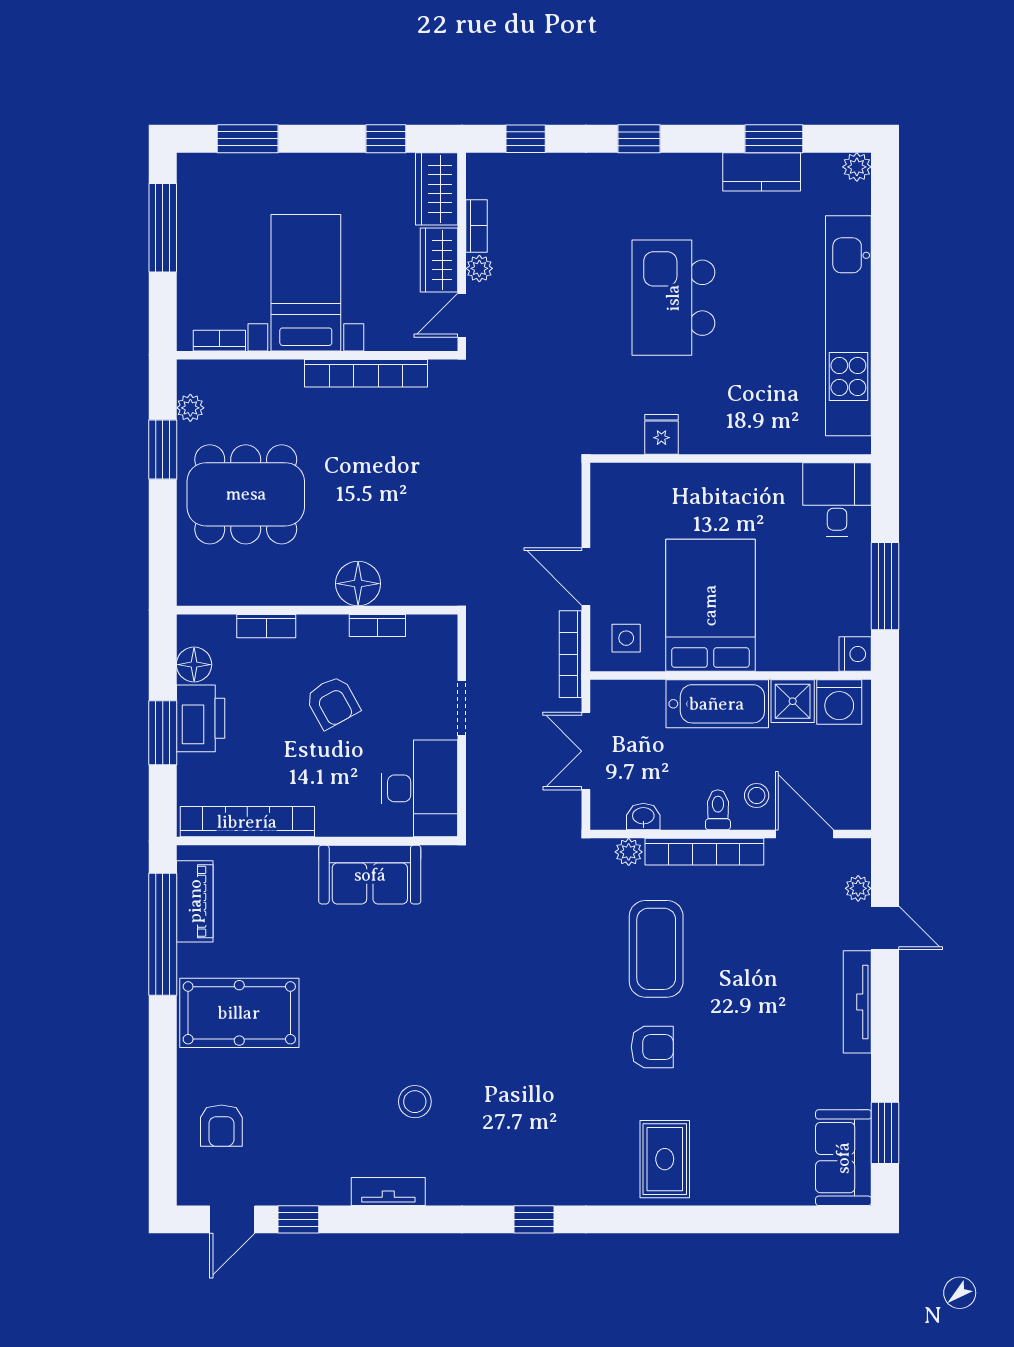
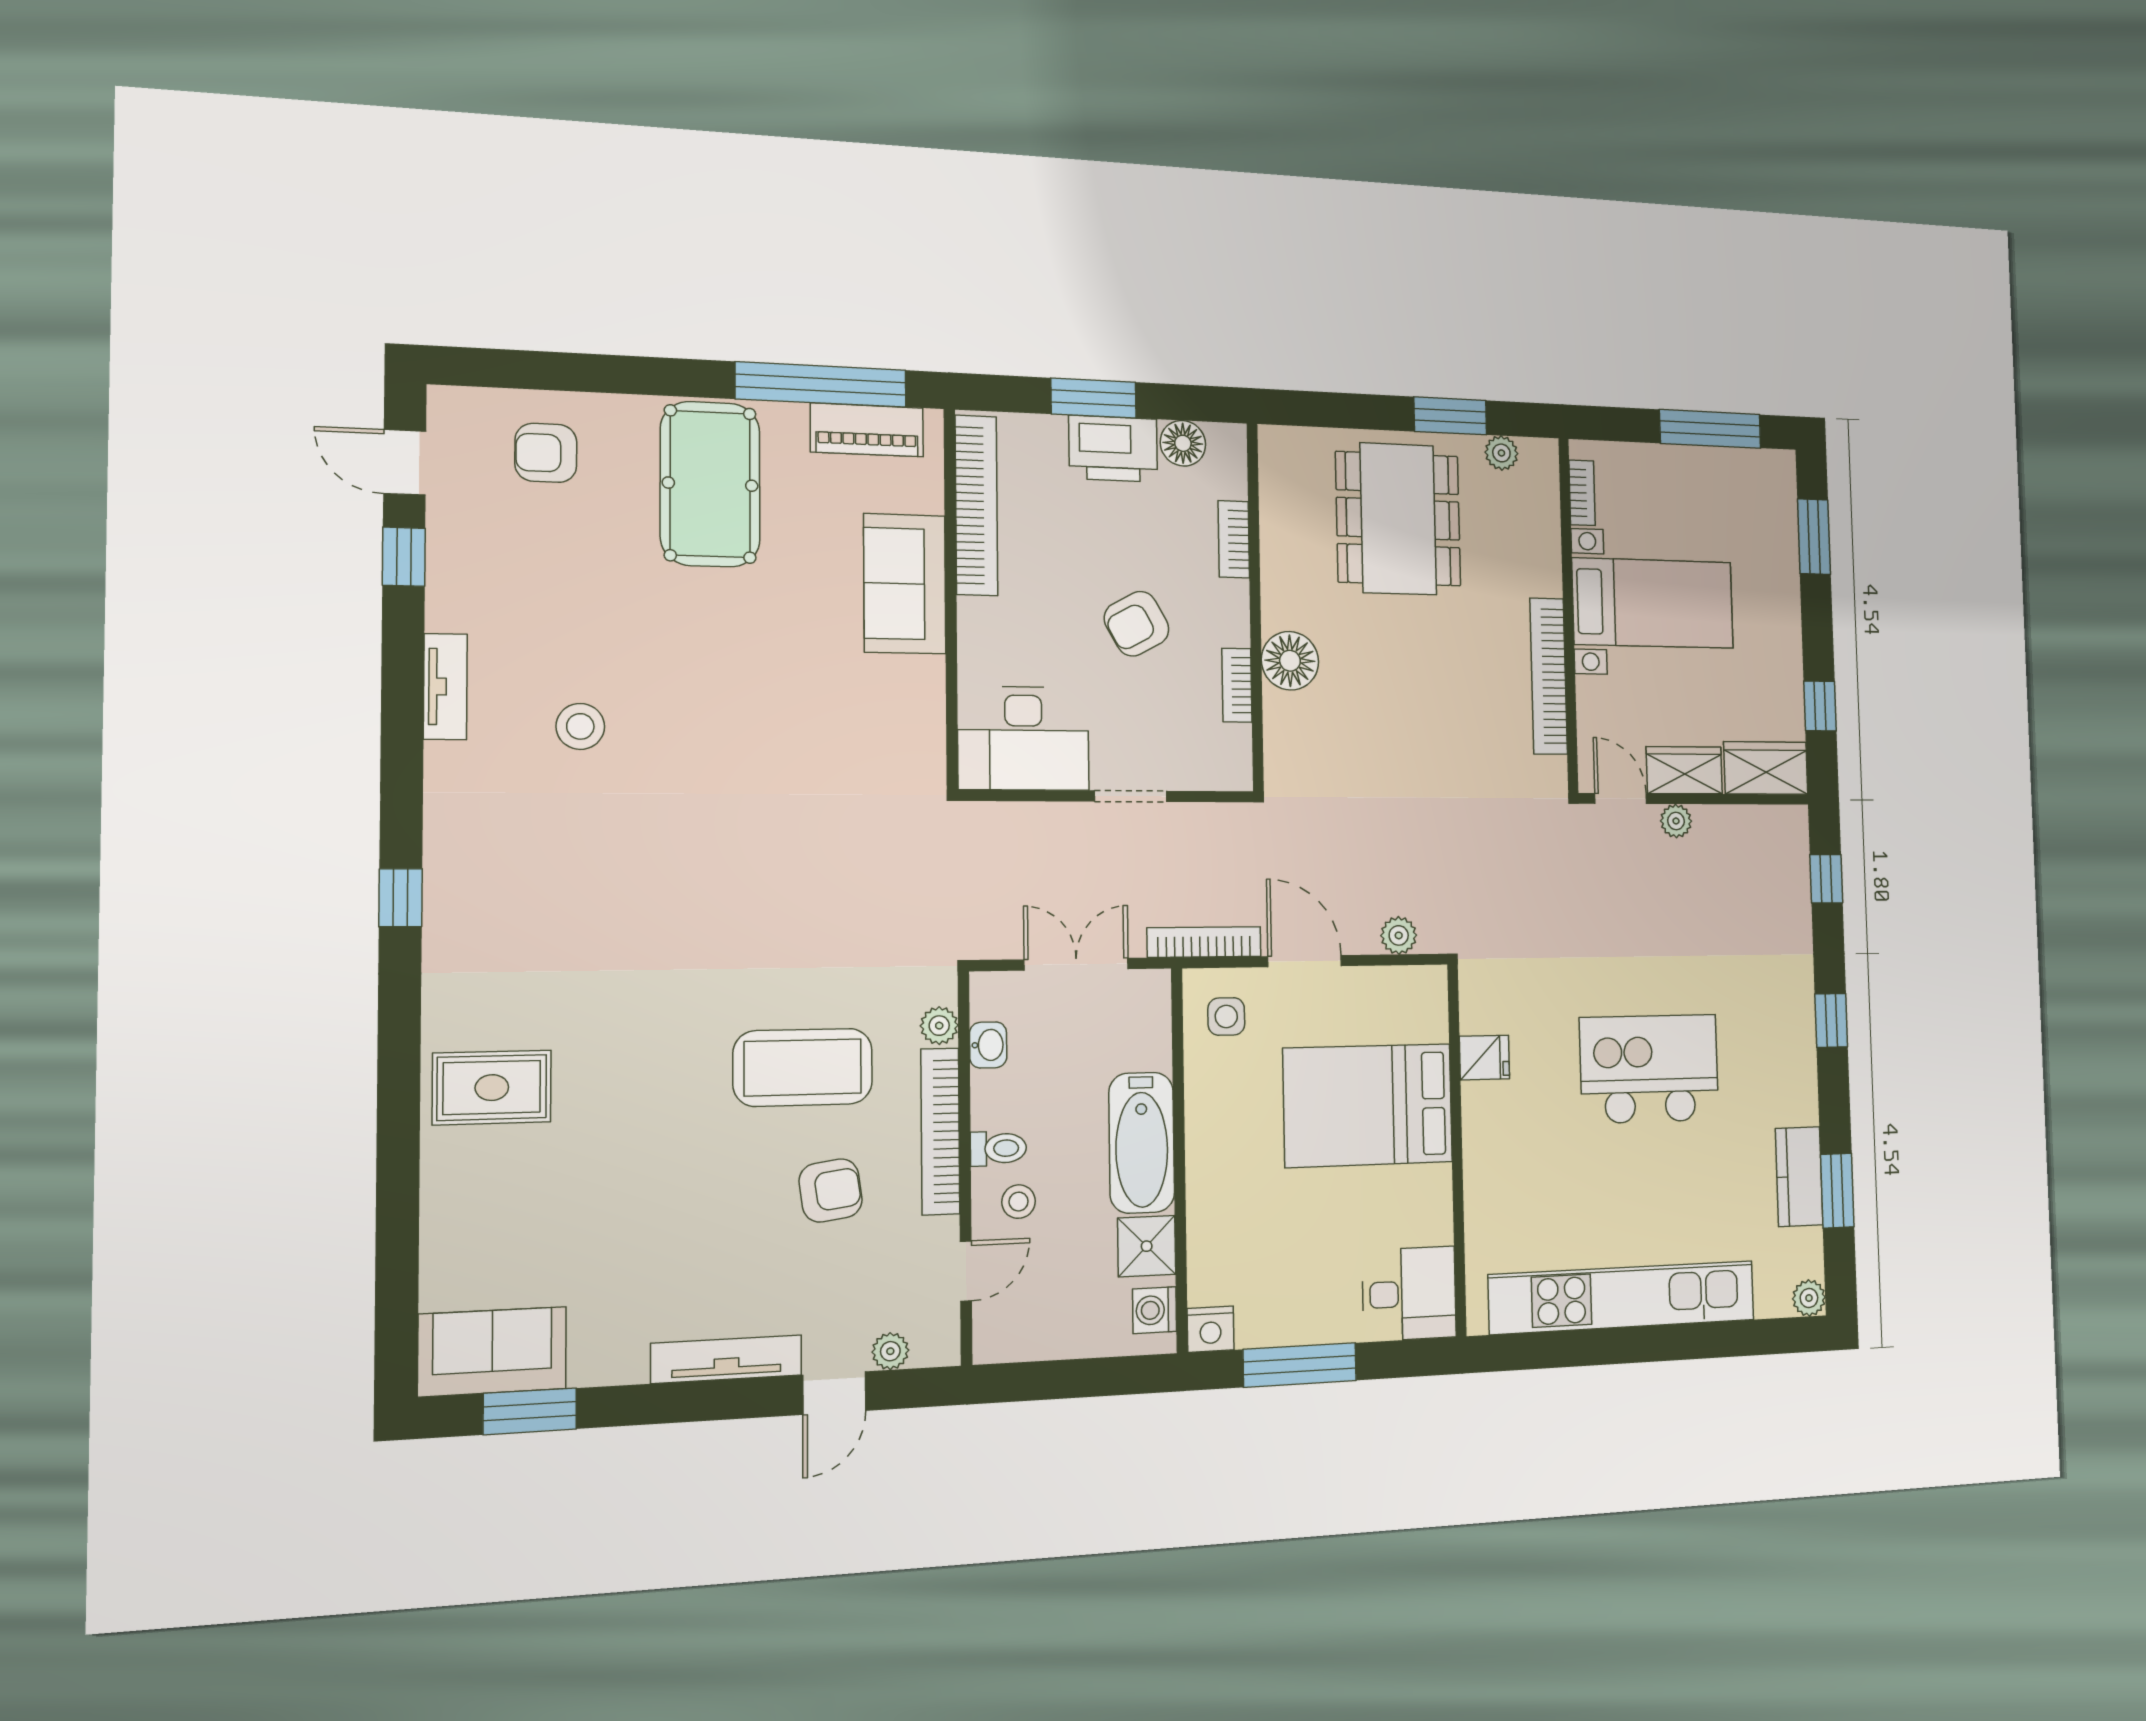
bookcase: (477, 226) -> (1725, 818), removed
plant: (567, 501) -> (1399, 935), added
door: (586, 576) -> (1305, 961), hinge flipped
bed: (710, 605) -> (1368, 1105), moved, turned 180
washing machine: (839, 702) -> (1155, 1310), width x0.73, depth x0.73
door: (804, 834) -> (966, 1271), width x0.73
sofa: (370, 875) -> (905, 584), moved
armchair: (652, 1047) -> (831, 1191), moved, turned -98

